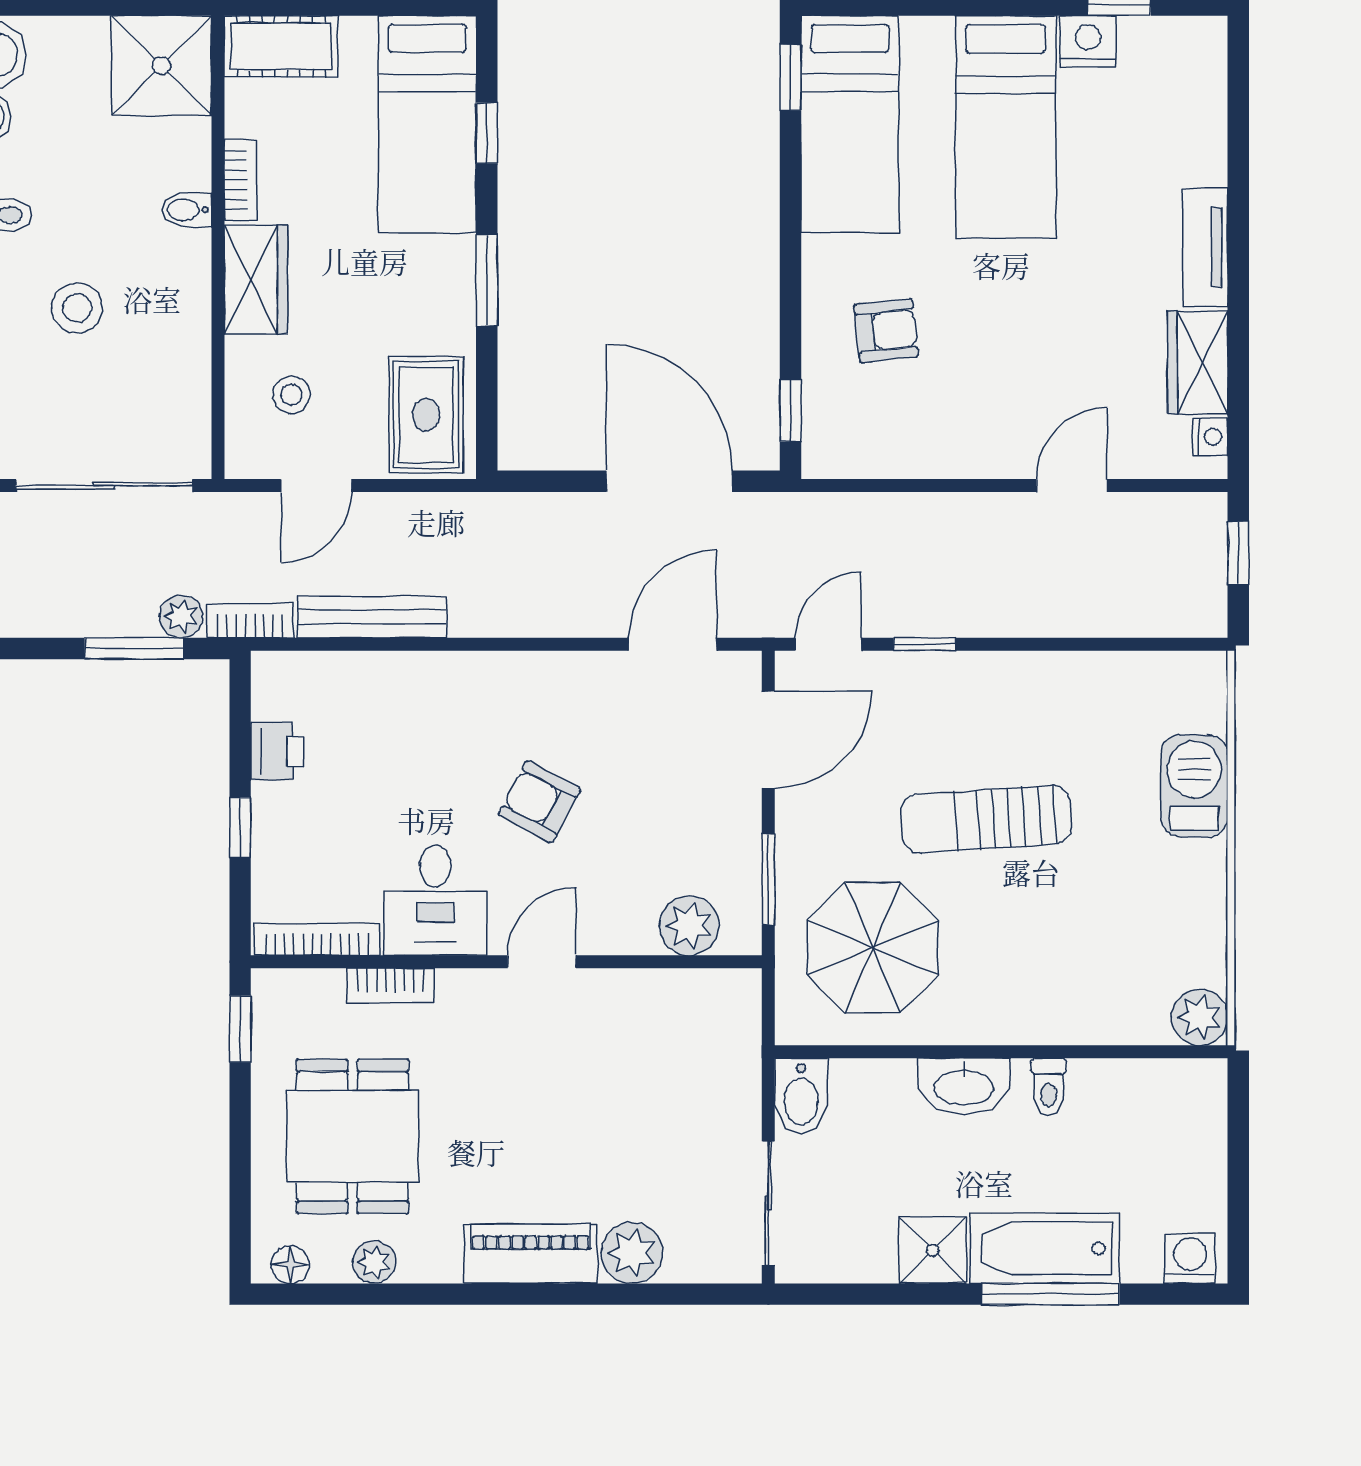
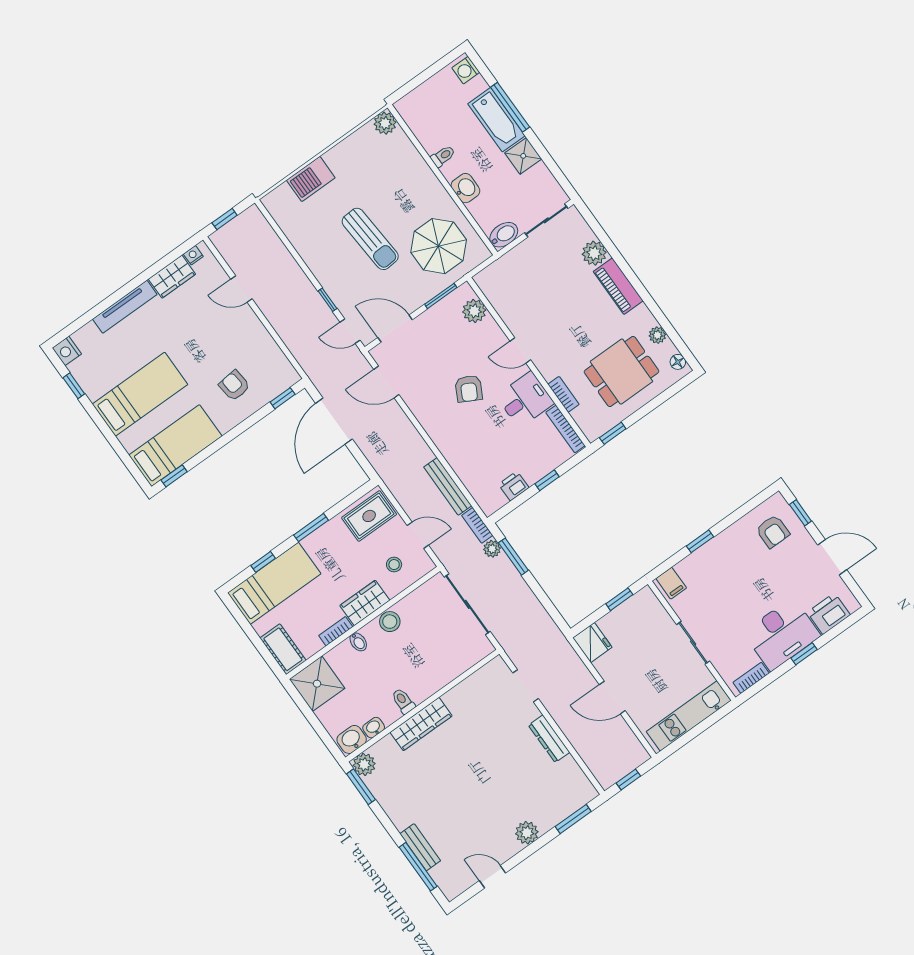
nightstand: (1088, 41) -> (67, 351), moved
tv unit: (1205, 247) -> (125, 307), width x1.41
stool: (77, 308) -> (390, 622), moved
washbasin: (964, 1086) -> (465, 188), width x0.72

